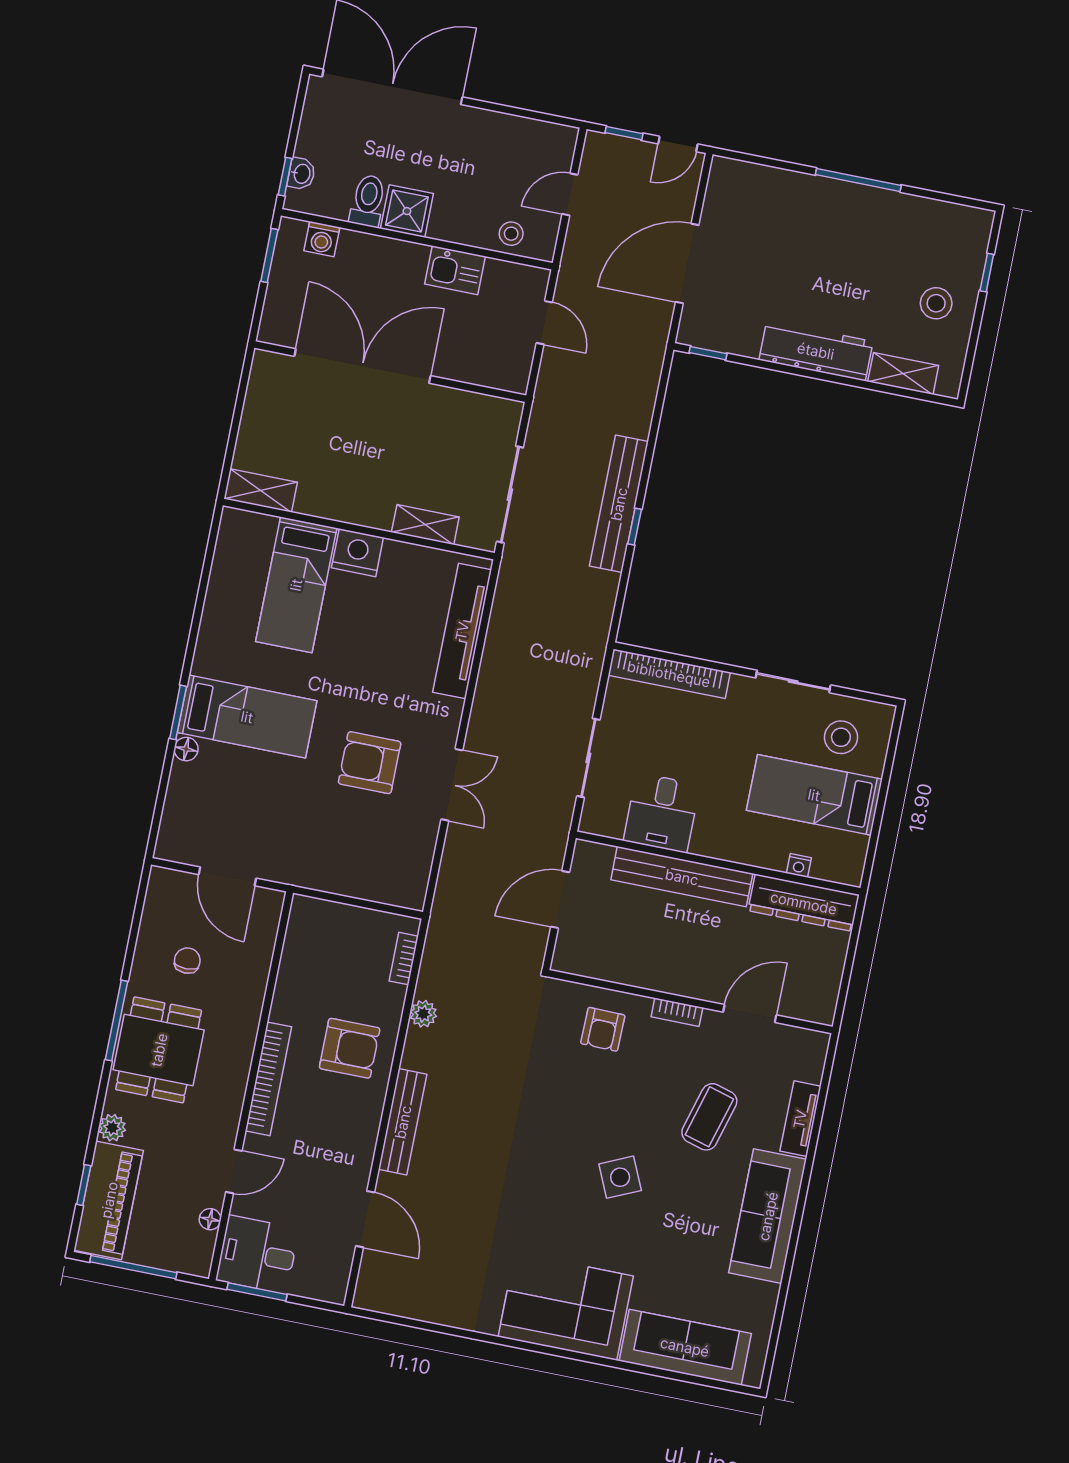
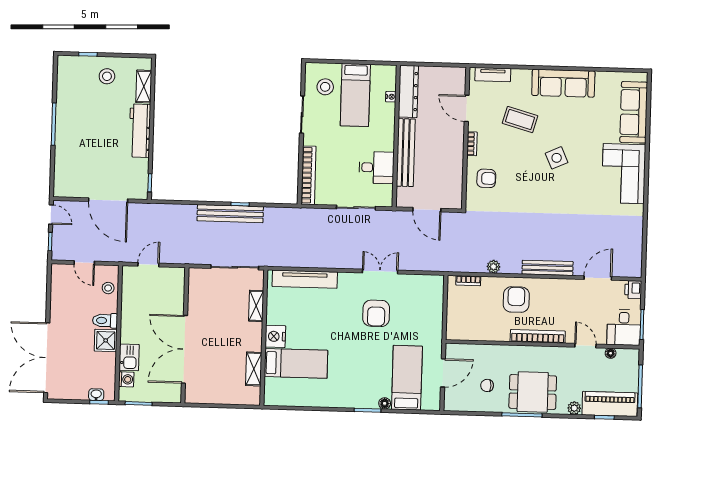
toilet: (368, 201) -> (105, 321), moved
kitchen sink: (455, 270) -> (129, 357), moved
shelving: (261, 490) -> (254, 369), moved
bed: (247, 717) -> (407, 378), moved
tv unit: (800, 1119) -> (493, 75), moved
printer: (330, 1286) -> (633, 290), added

